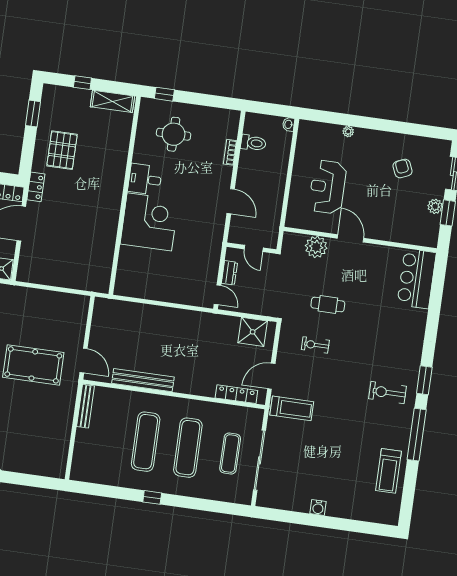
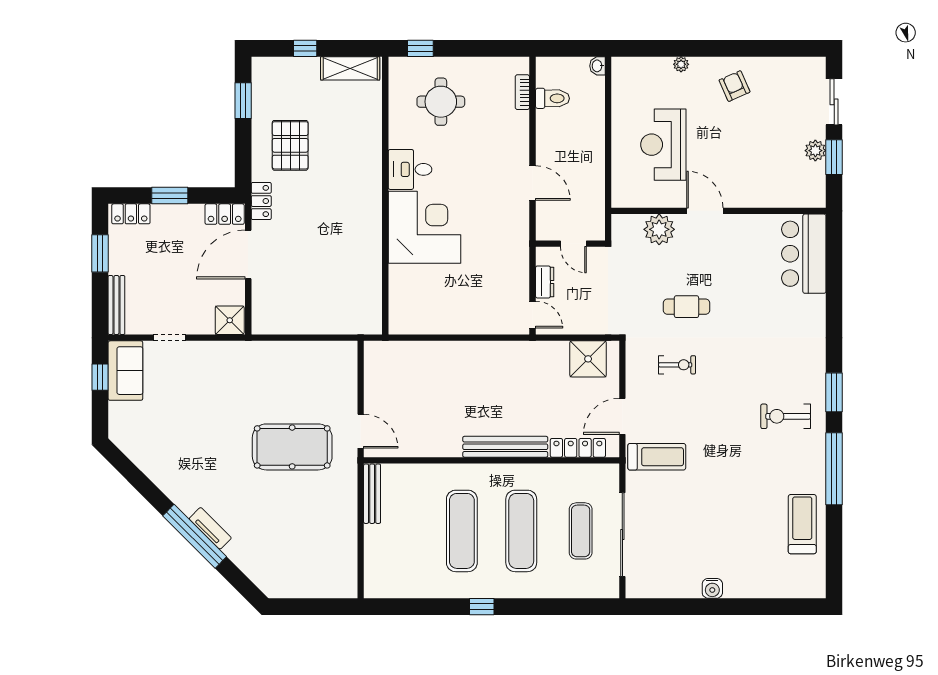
bookcase: (230, 152) -> (522, 92), moved
armchair: (403, 169) -> (735, 86), moved
exercise bike: (315, 345) -> (677, 365), turned 180
bench: (143, 380) -> (505, 447), moved
treadmill: (388, 471) -> (802, 524), turned 180

